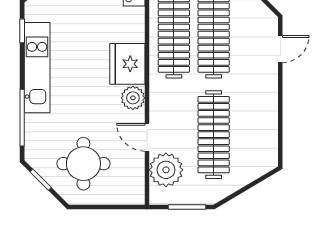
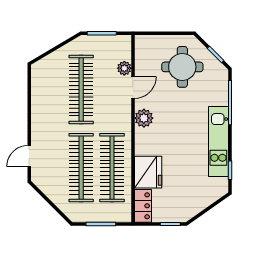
fridge: (127, 64) -> (148, 172), moved
door: (147, 137) -> (133, 87), hinge flipped
plant: (166, 170) -> (124, 68), width x0.53, depth x0.53

